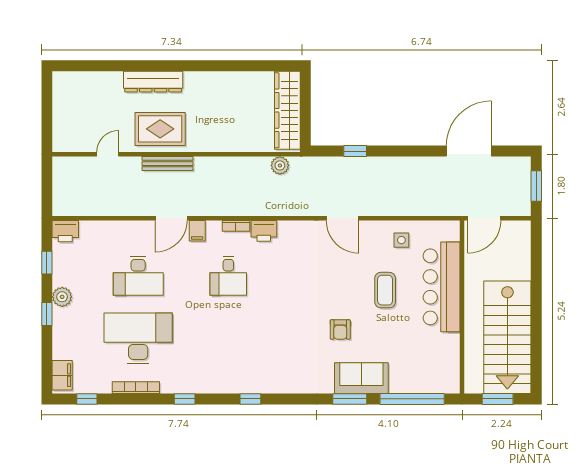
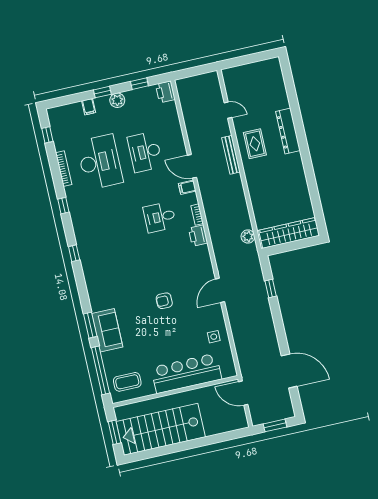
rug: (160, 129) -> (255, 144), width x0.73, depth x0.70
coffee table: (385, 290) -> (127, 382), moved
armchair: (340, 330) -> (164, 301), moved
filing cabinet: (62, 375) -> (89, 107), moved, width x0.50

